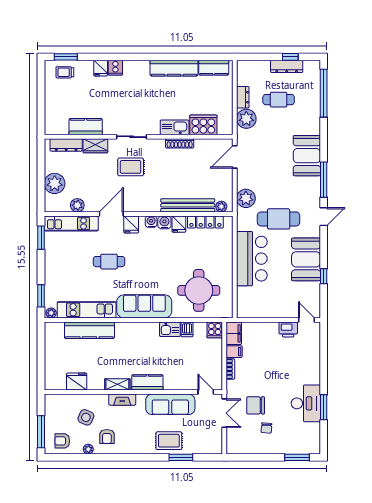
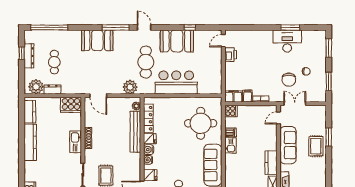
plant: (246, 119) -> (36, 87), moved
cooker: (203, 125) -> (71, 105), moved, turned -90
window: (253, 457) -> (329, 81), added

